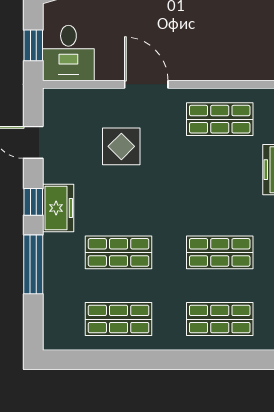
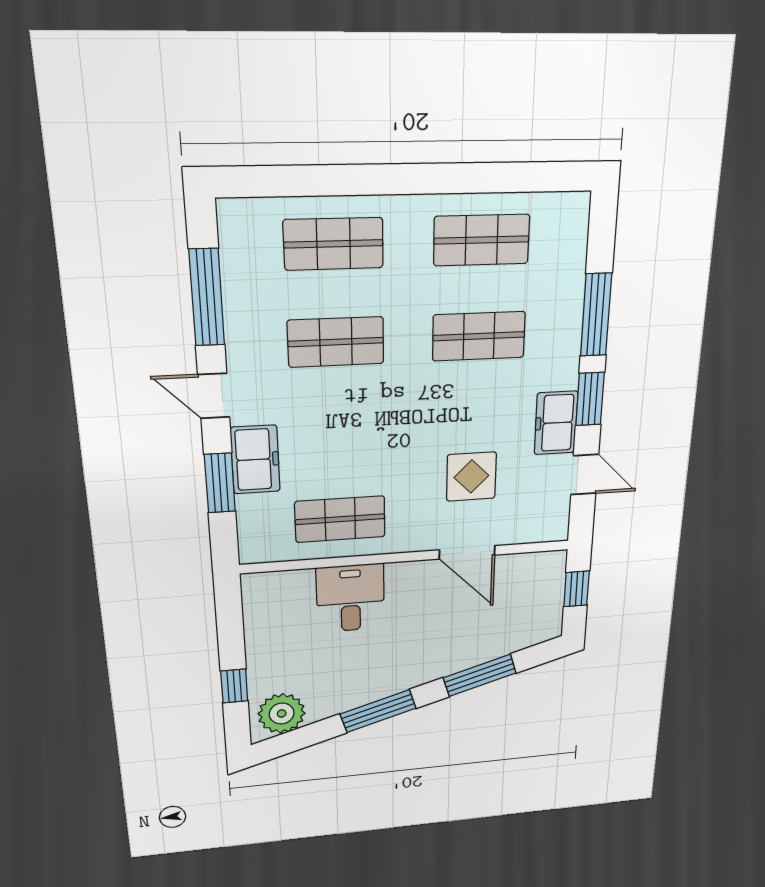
desk: (68, 53) -> (350, 598), moved
door: (146, 84) -> (467, 552), moved
window: (33, 202) -> (590, 399), width x1.50
freezer: (58, 208) -> (556, 423), moved

